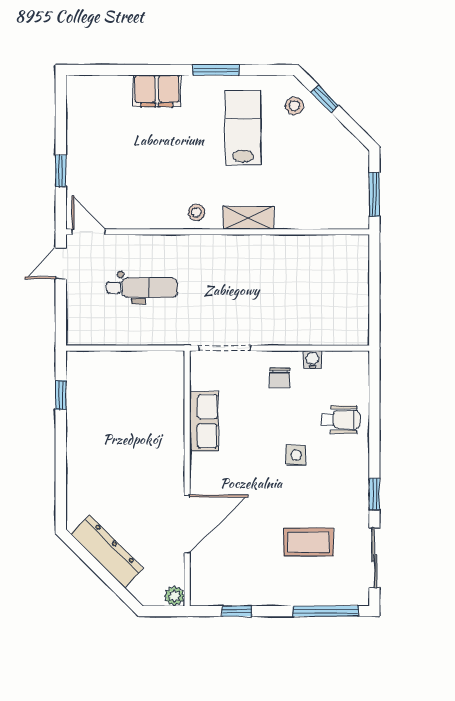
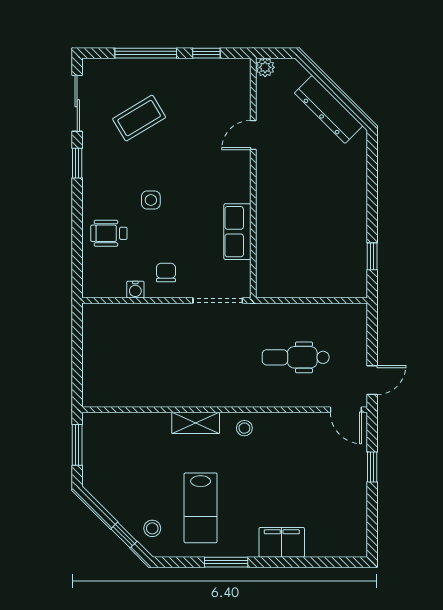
door: (187, 524) -> (253, 135), width x0.53
coffee table: (308, 542) -> (139, 118), turned -31
window: (326, 611) -> (146, 53), moved

